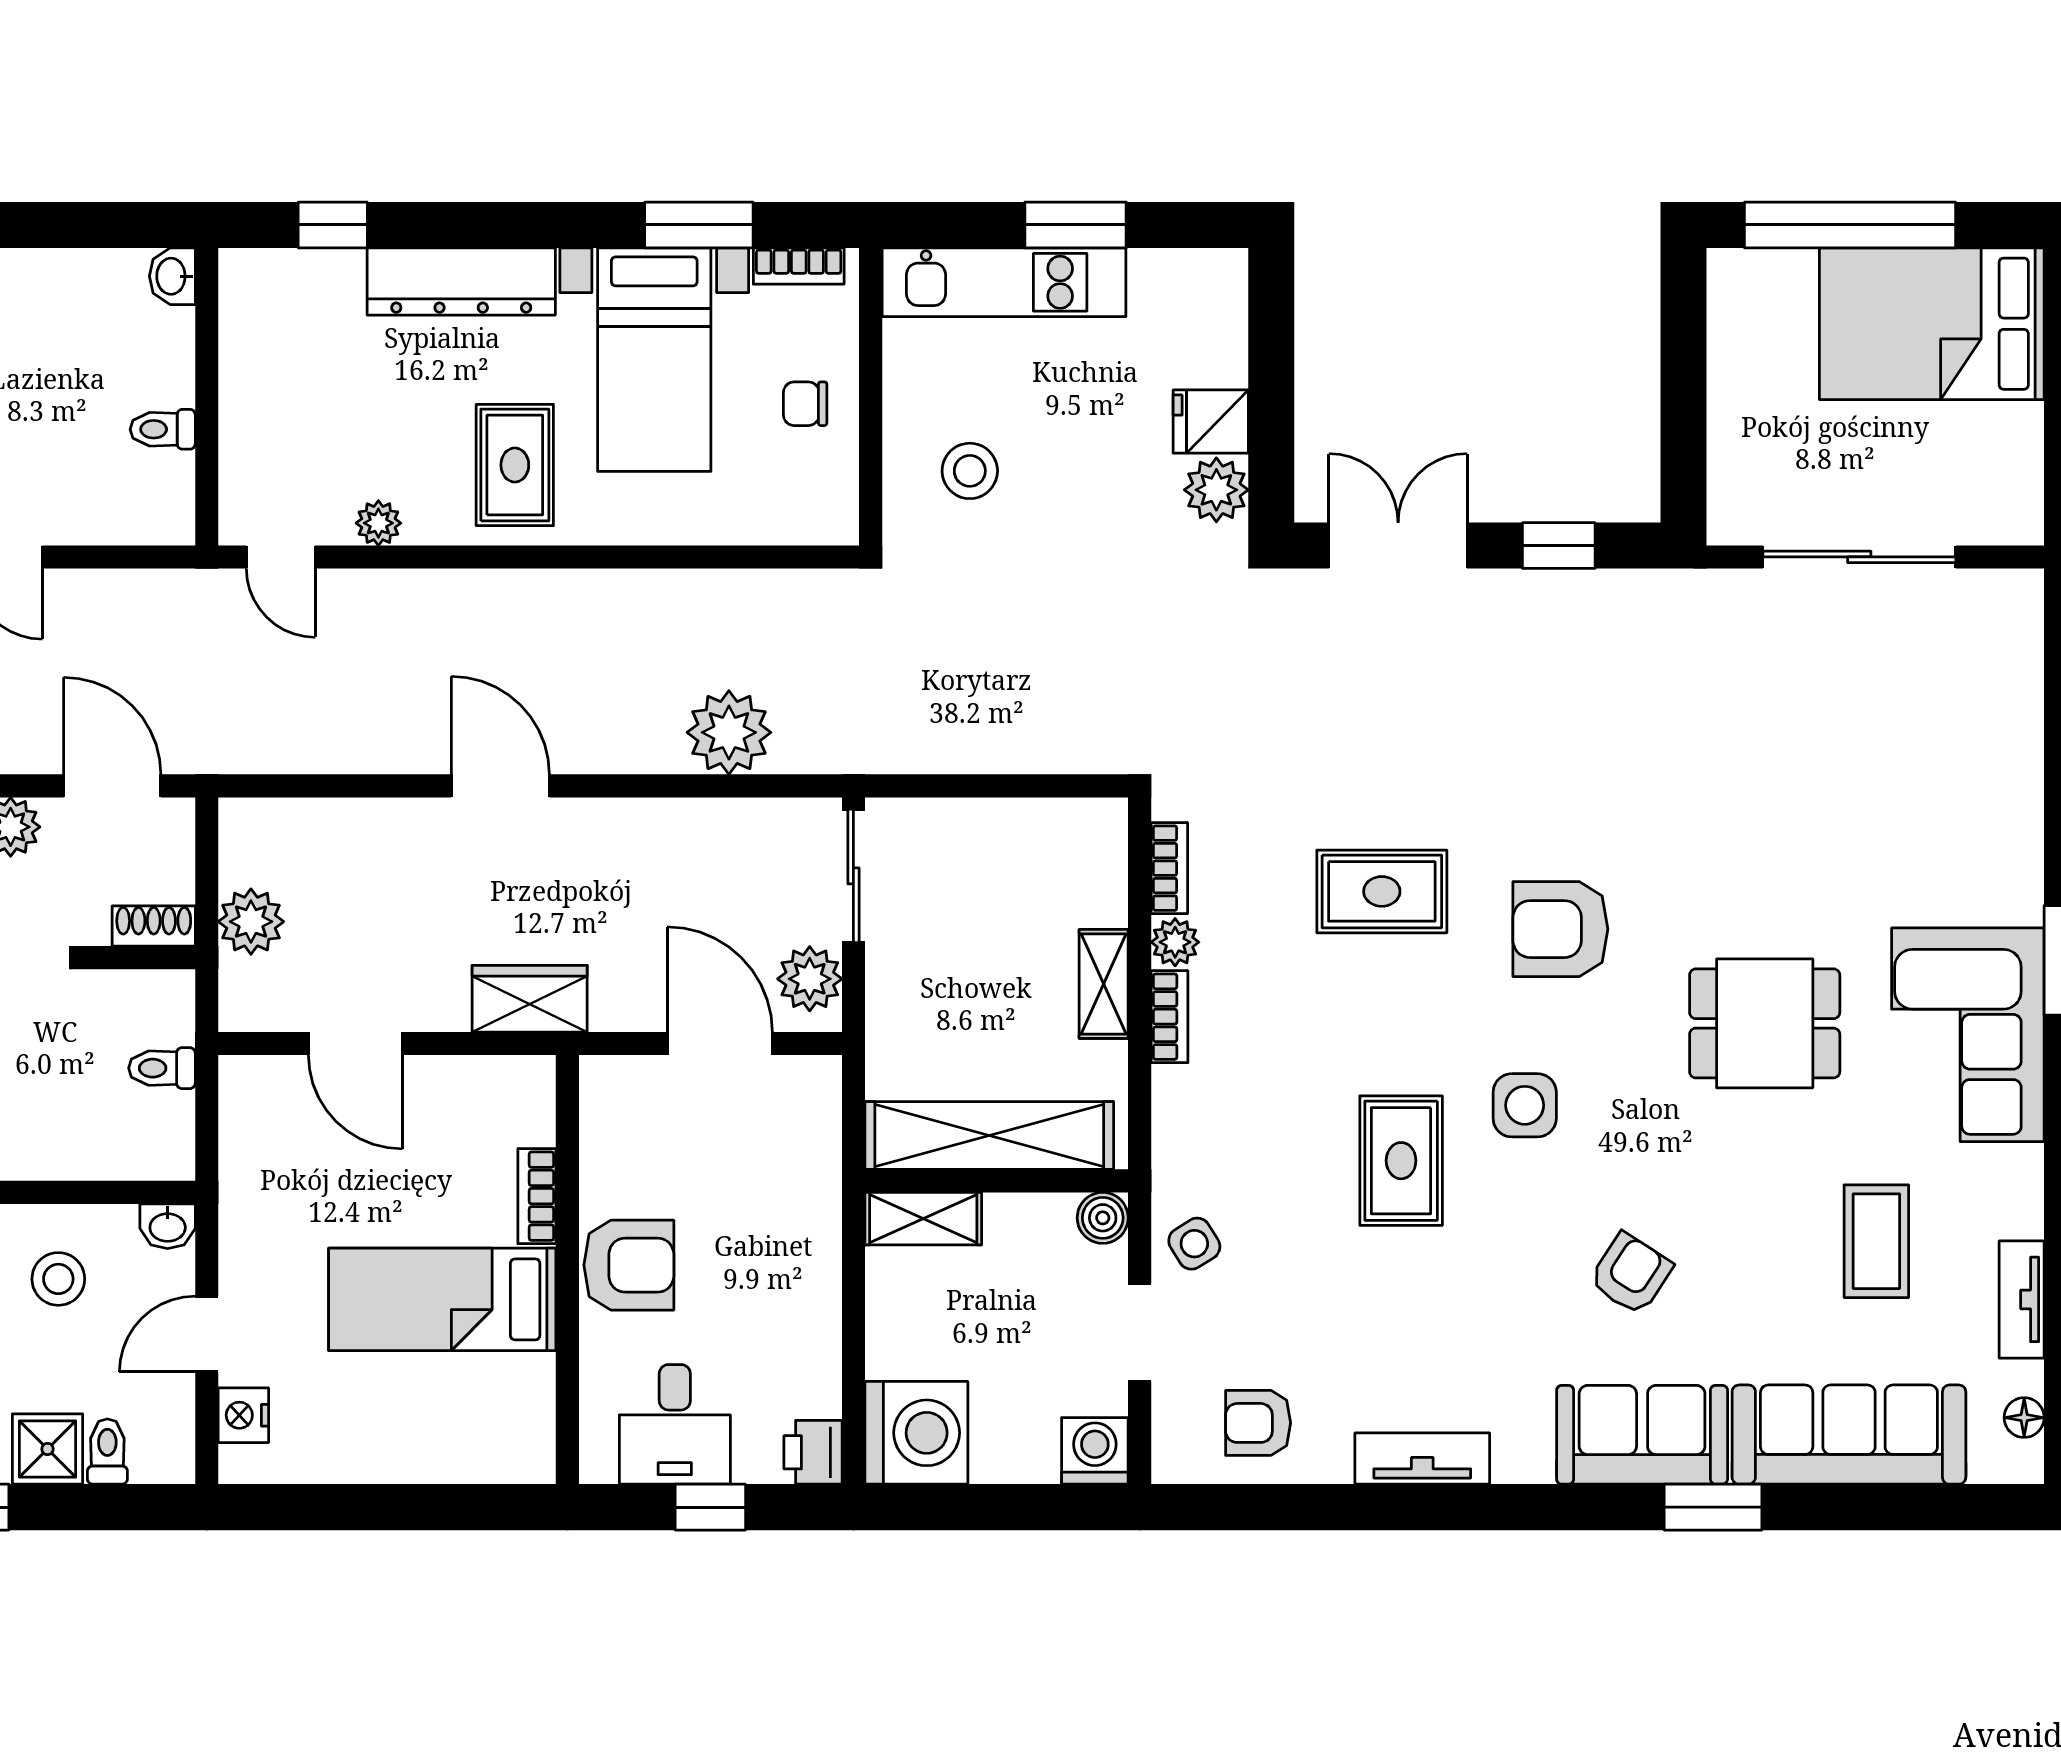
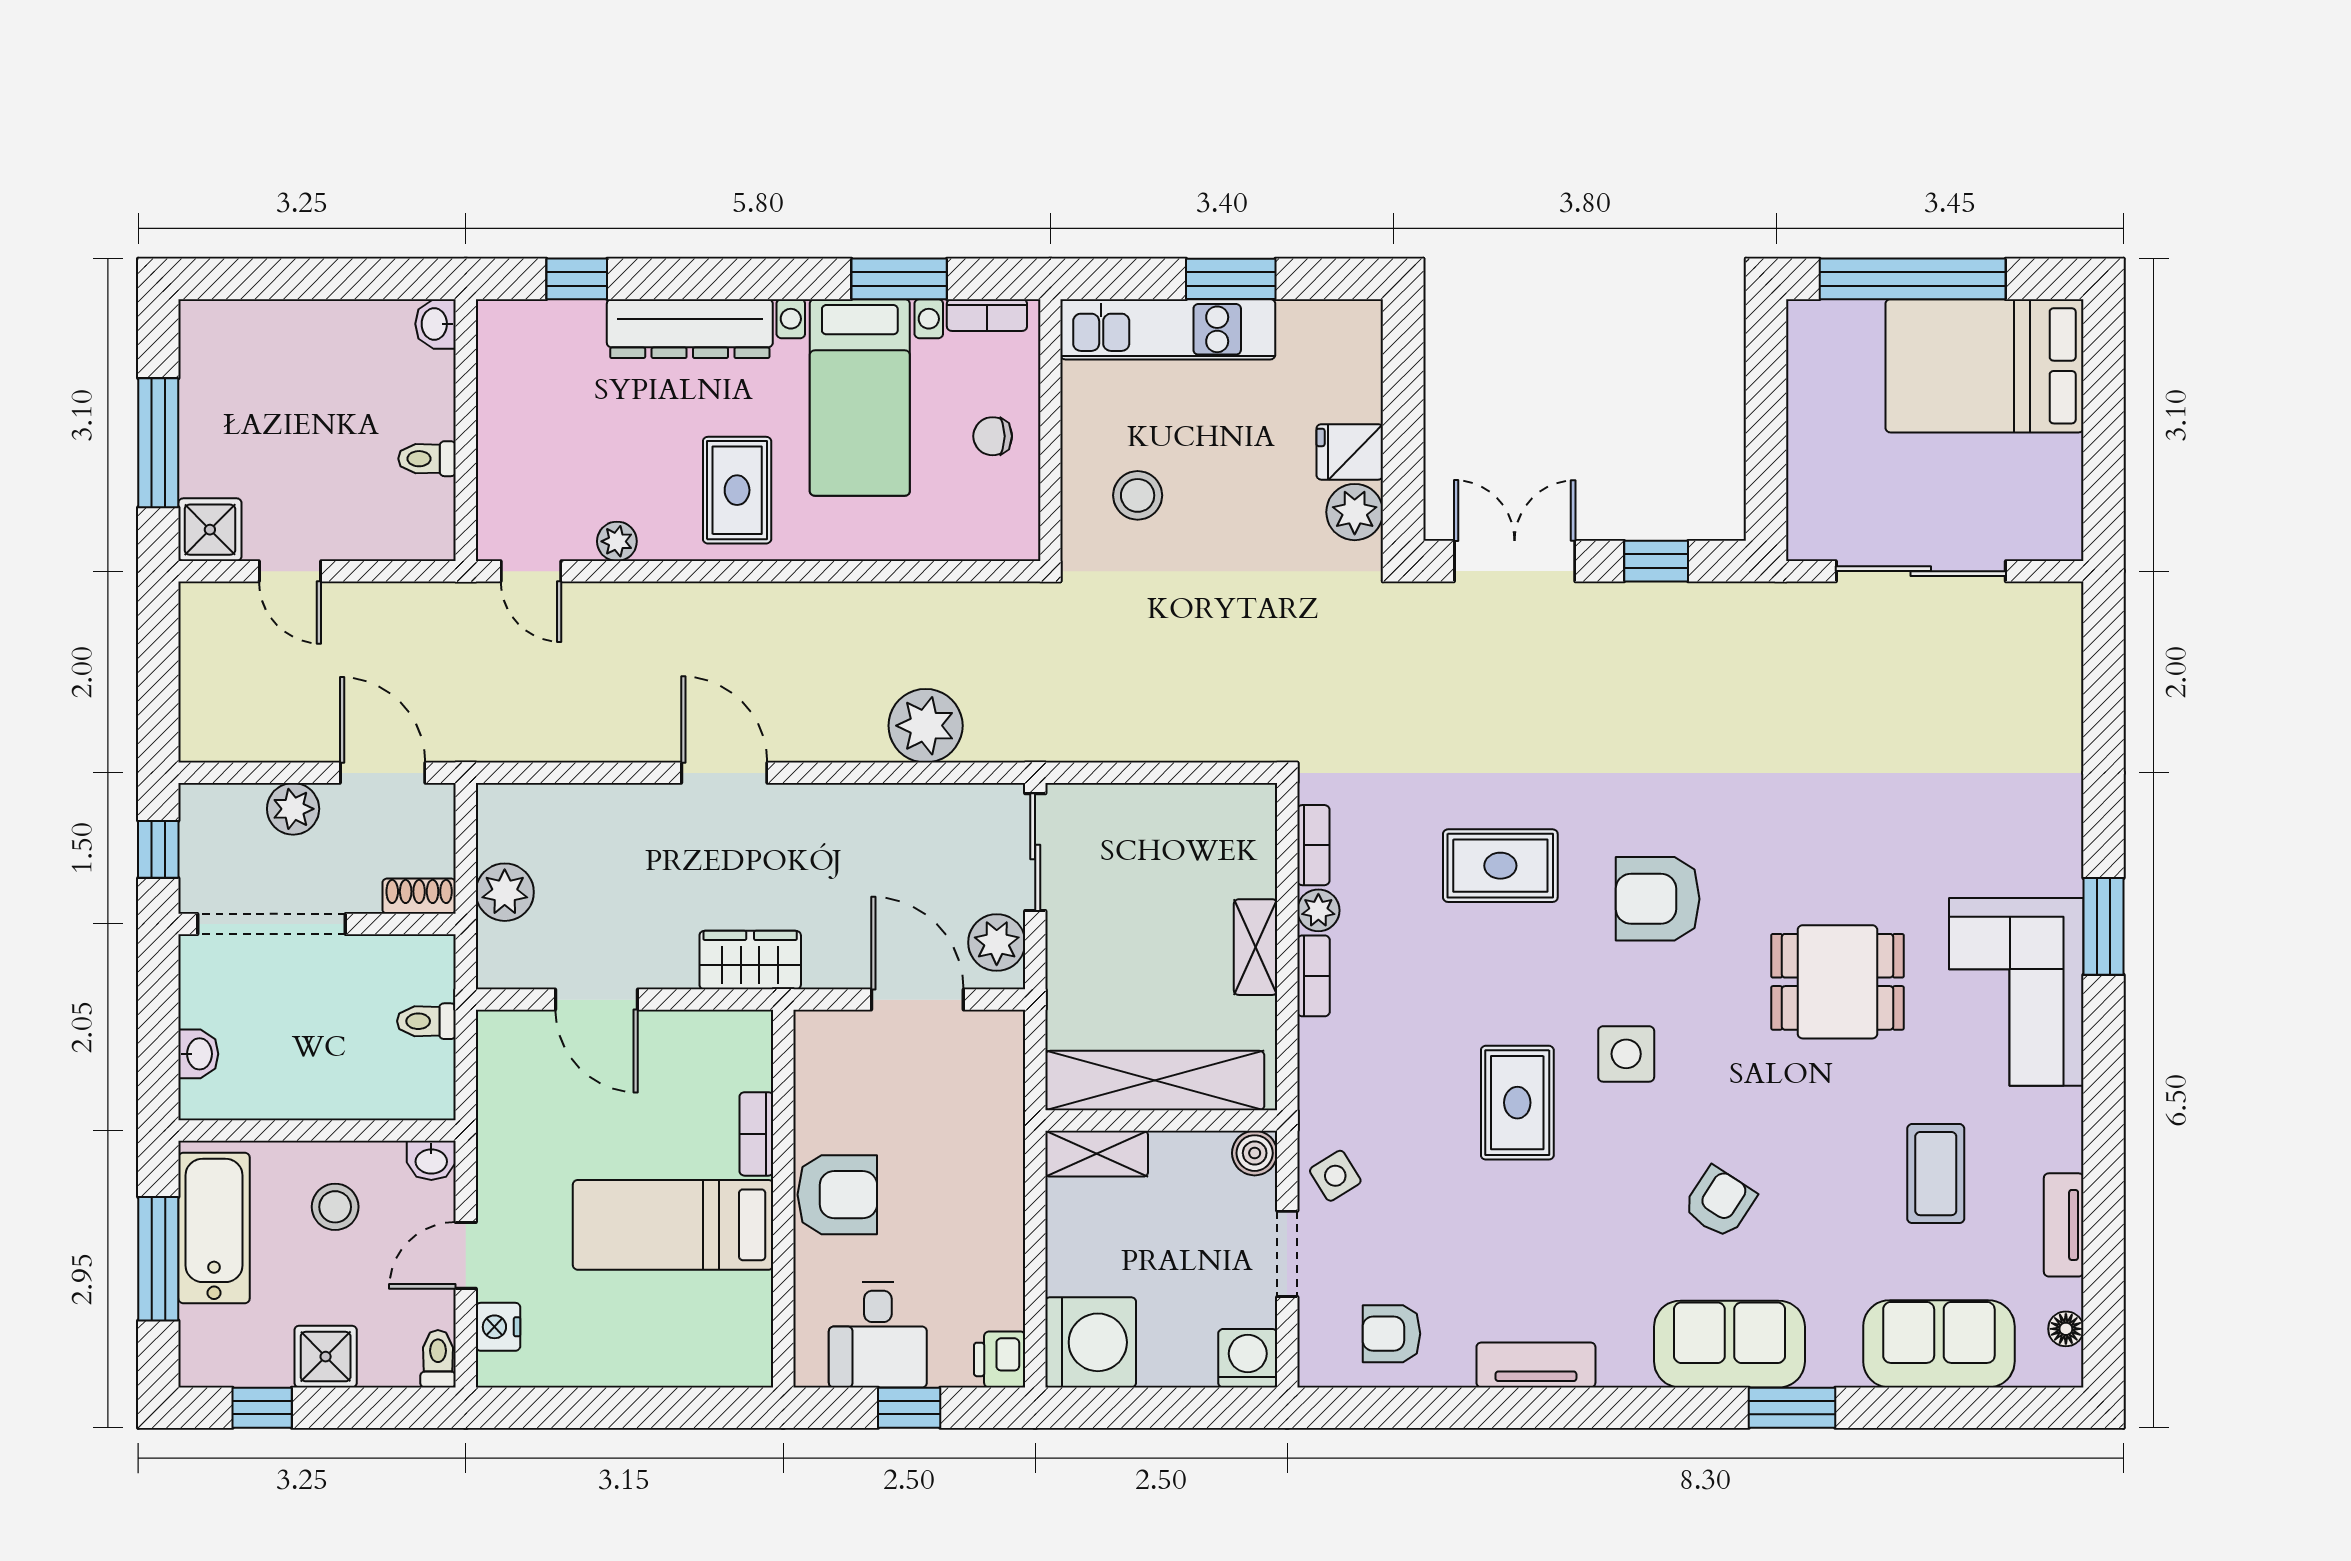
sofa: (1849, 1435) -> (1939, 1344), width x0.73
toilet: (107, 1452) -> (438, 1359), moved

